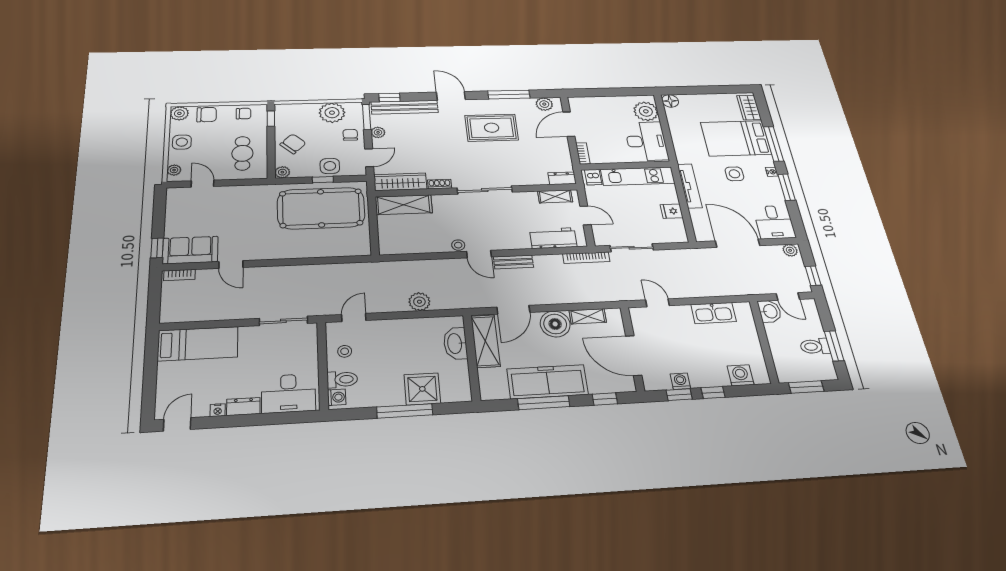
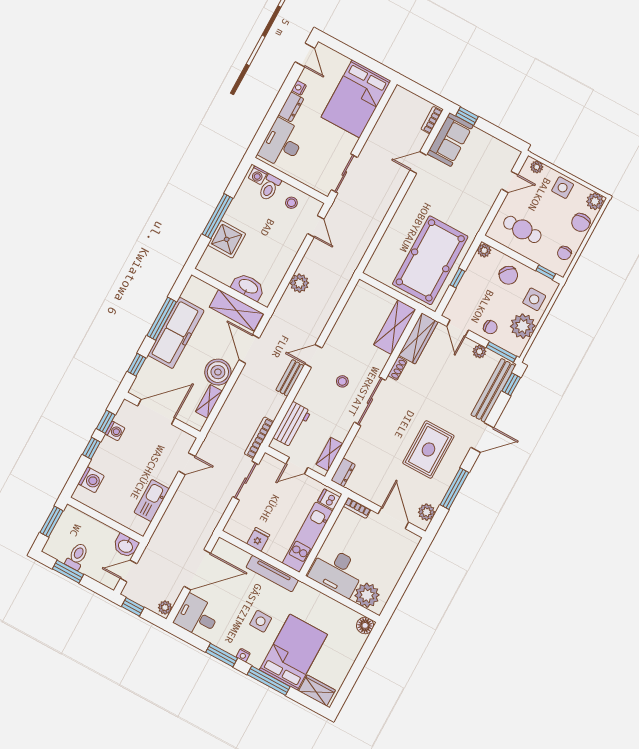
side table: (330, 166) -> (534, 299), moved
stool: (458, 245) -> (342, 381), moved
bed: (198, 344) -> (356, 99), width x1.50

